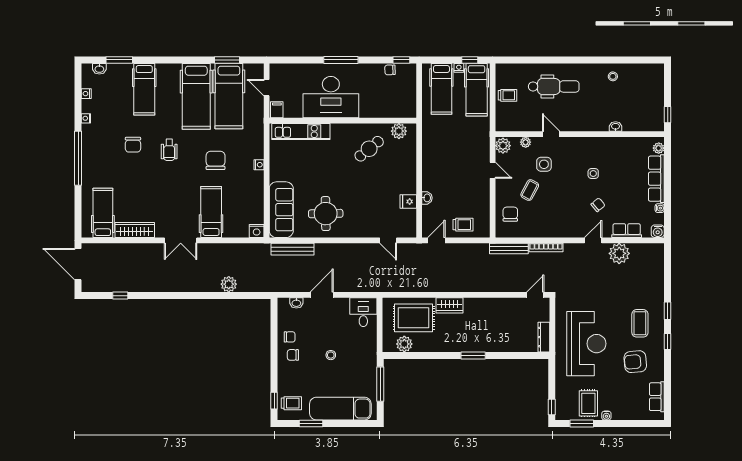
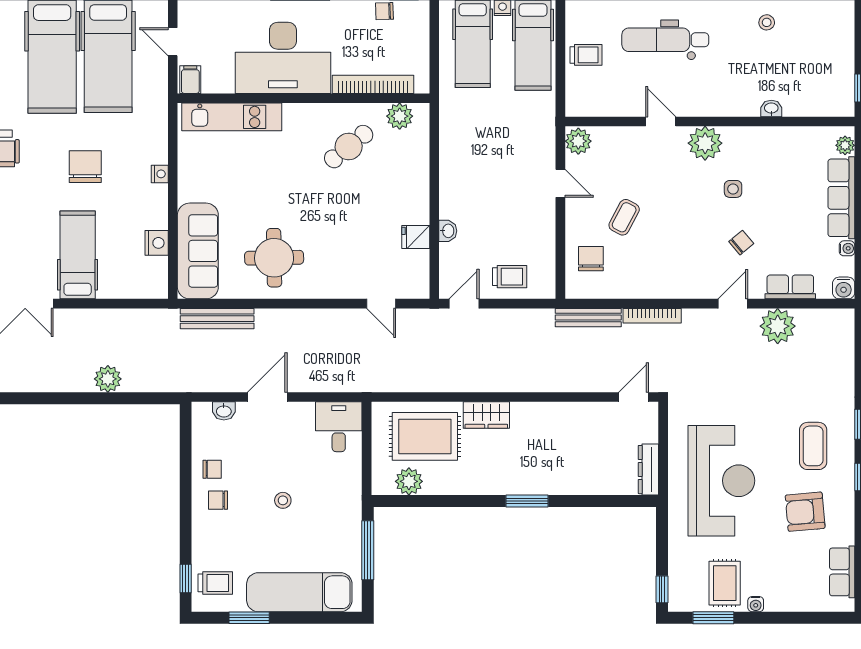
dental chair: (554, 86) -> (665, 40), turned 180
bookcase: (383, 112) -> (373, 84), added
plant: (526, 142) -> (705, 143), moved, width x1.87, depth x1.87
side table: (544, 164) -> (648, 173), removed
nightstand: (257, 231) -> (157, 243), moved, turned -90

